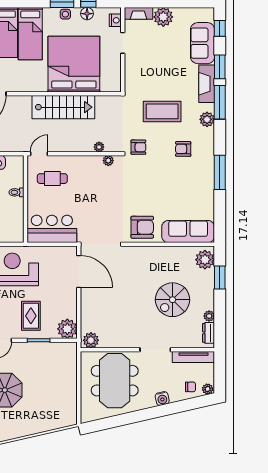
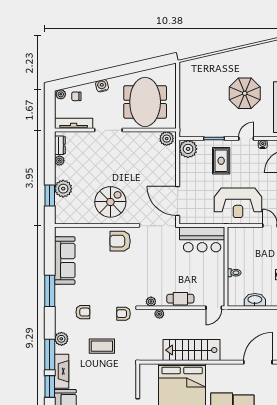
coffee table: (162, 111) -> (102, 346), width x0.73, depth x0.76
cafe table: (52, 179) -> (180, 299), moved
sofa: (188, 232) -> (65, 261), moved, turned -90
plant: (205, 260) -> (63, 189), moved
spiral stairs: (172, 300) -> (110, 202), moved

